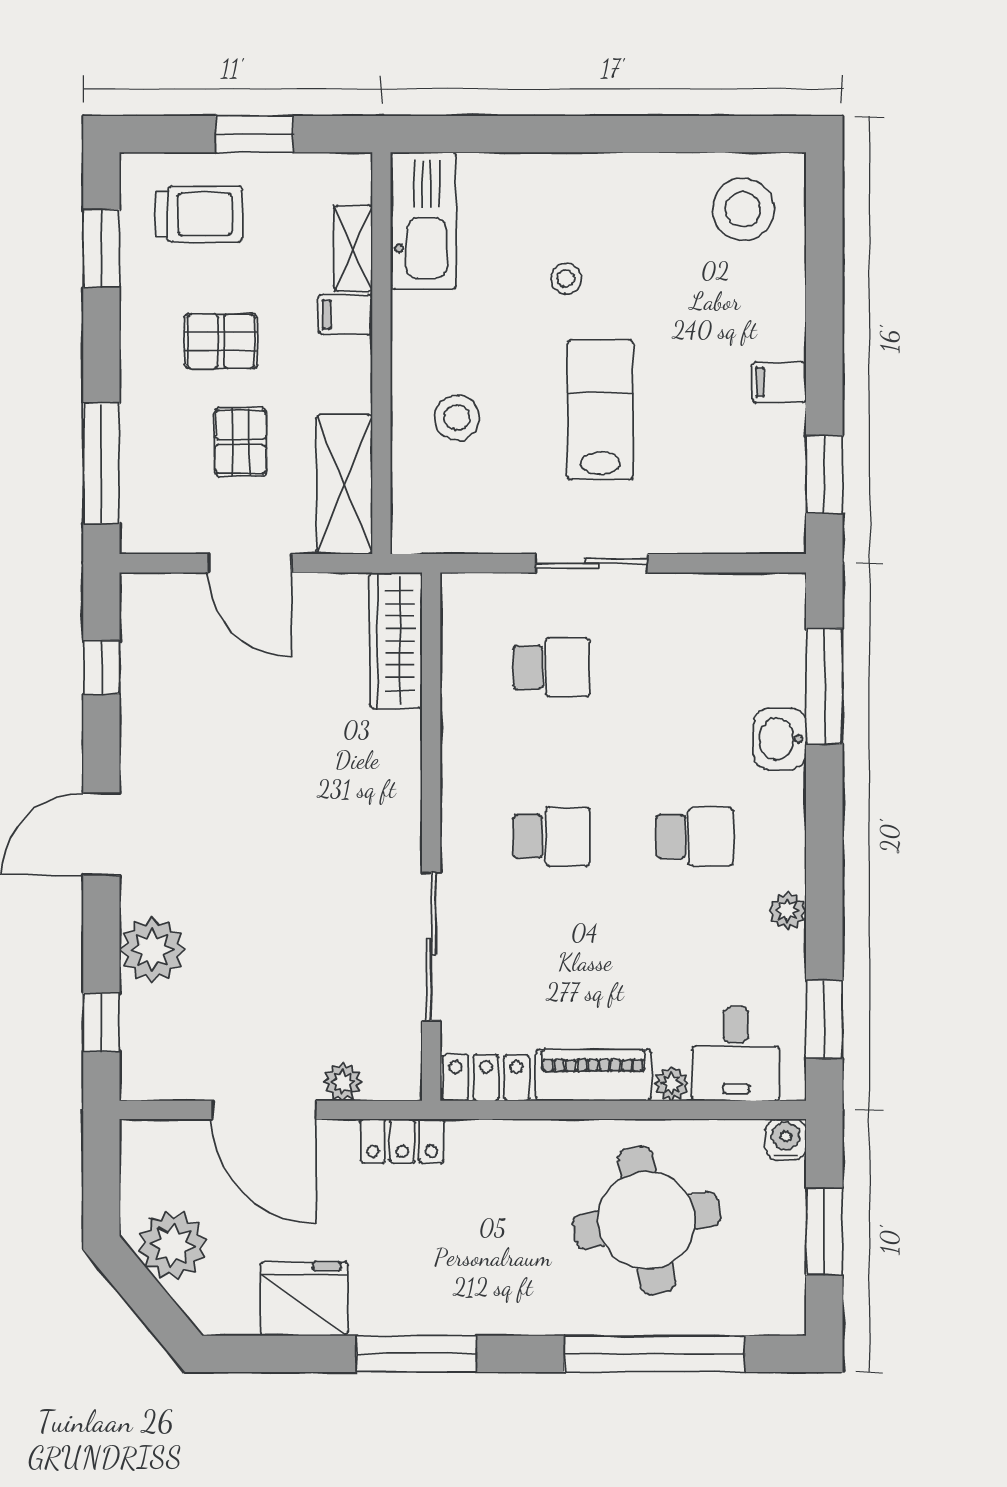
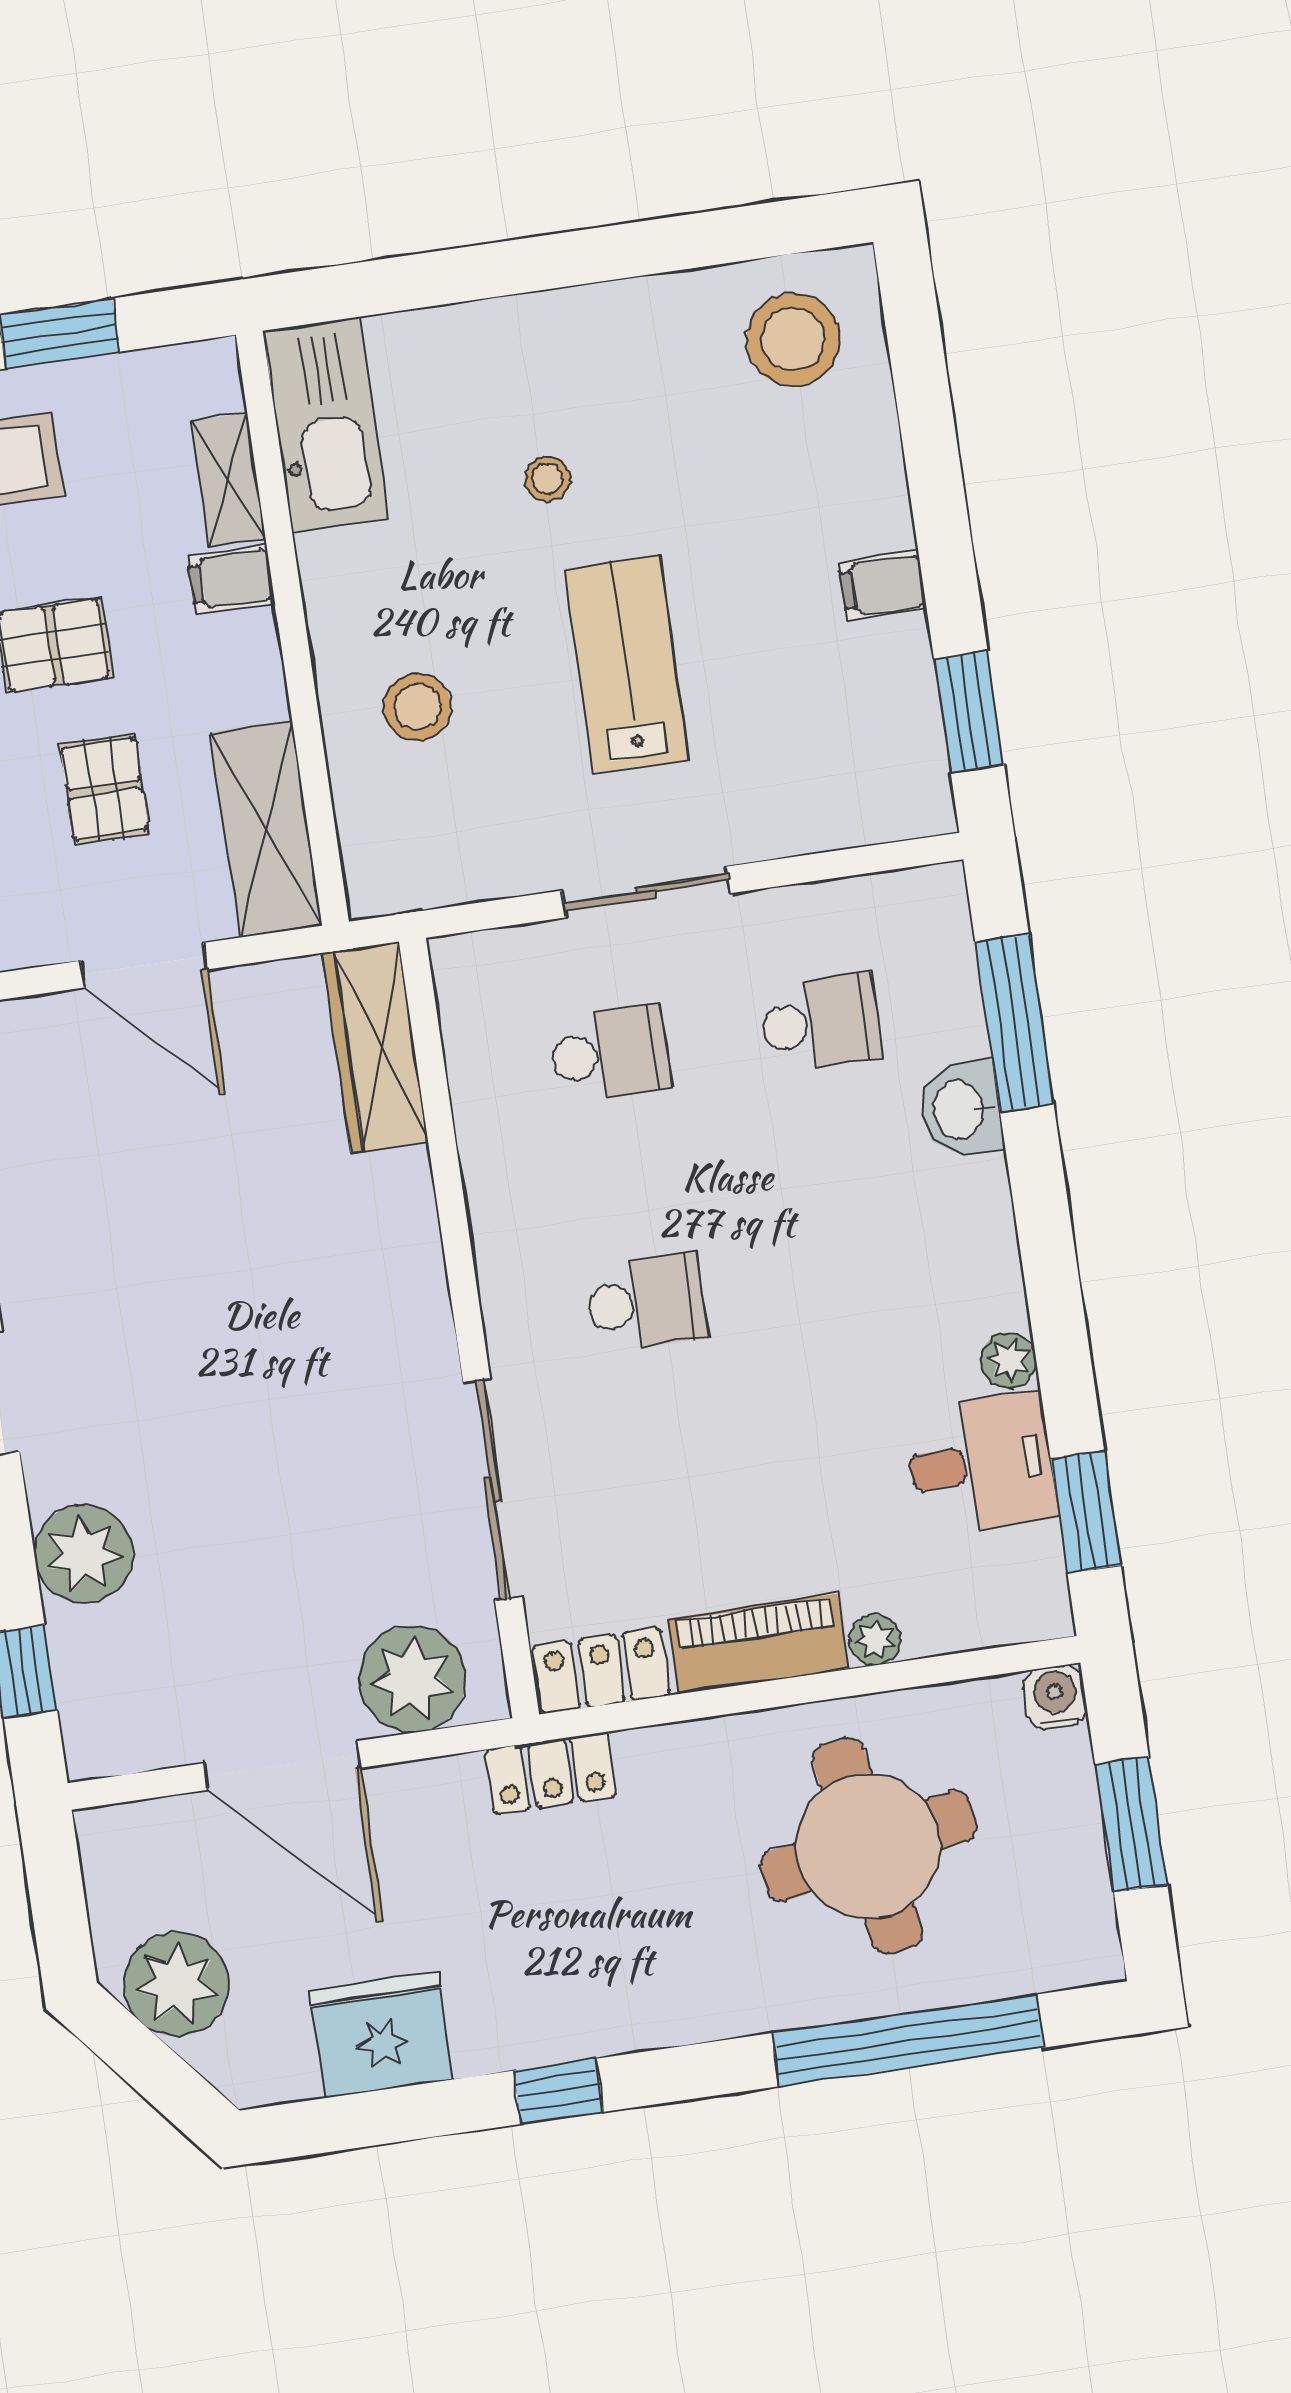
school desk: (695, 837) -> (820, 1023), moved
desk: (736, 1054) -> (981, 1463), moved, turned -90
plant: (343, 1082) -> (412, 1679), width x1.88, depth x1.88
locker: (402, 1141) -> (550, 1773), moved
window: (416, 1354) -> (558, 2091), width x0.46

